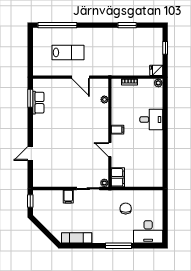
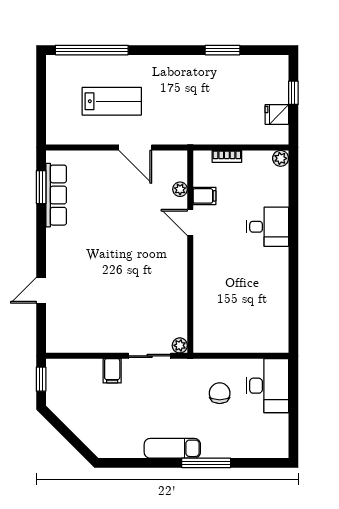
fridge: (156, 70) -> (277, 115), moved
row of seats: (38, 103) -> (56, 195), width x1.48
filing cabinet: (118, 130) -> (204, 196), moved
door: (110, 150) -> (190, 222), moved
filing cabinet: (118, 177) -> (205, 335), removed
desk: (148, 232) -> (267, 386), moved, turned -90
exam couch: (77, 238) -> (172, 448), moved

